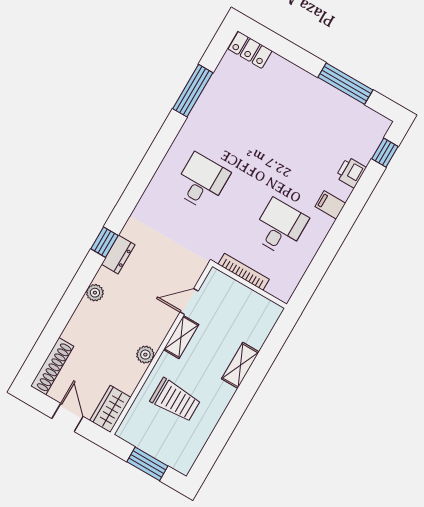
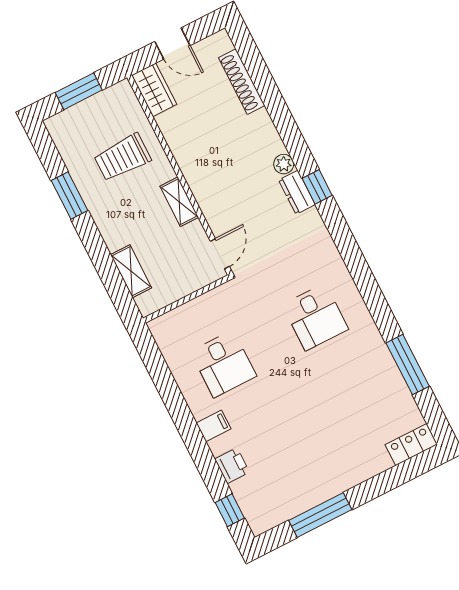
bookcase: (244, 272) -> (203, 302), removed
plant: (95, 293) -> (284, 164), moved
door: (189, 301) -> (220, 254), moved
plant: (145, 355) -> (184, 157), removed
shelving: (240, 365) -> (131, 271), moved
shoe rack: (52, 366) -> (242, 82), moved
window: (229, 421) -> (70, 196), added

